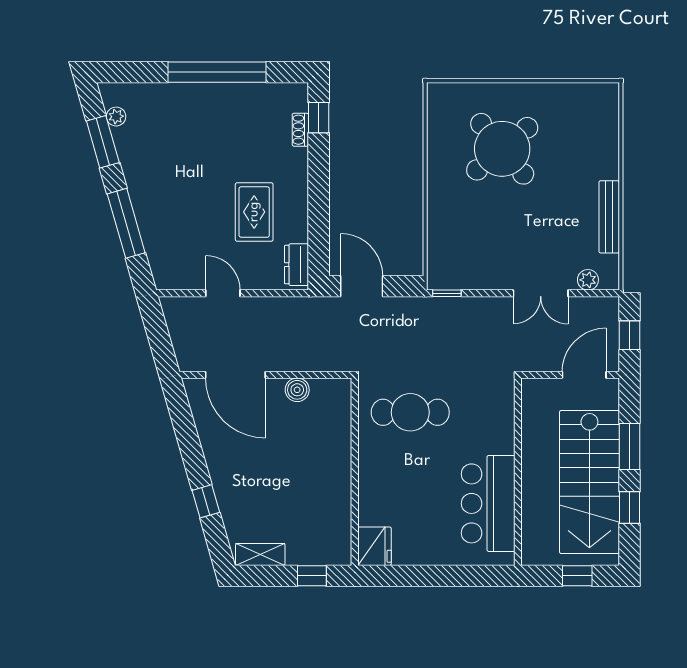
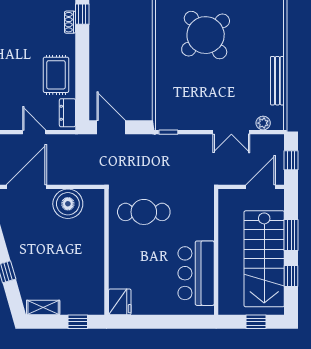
rug: (254, 212) -> (56, 75), moved
door: (223, 293) -> (34, 132), moved
door: (235, 375) -> (26, 187), swing flipped
boiler: (297, 390) -> (68, 204), width x1.86, depth x1.86

